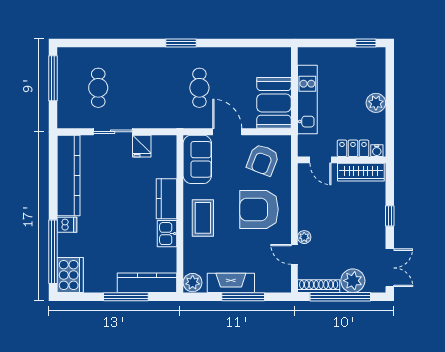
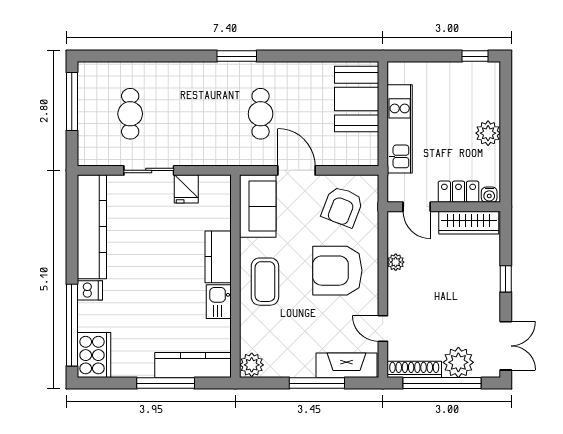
booth: (274, 103) -> (357, 99), moved
plant: (304, 237) -> (396, 262), moved
fireplace: (231, 283) -> (346, 365), moved

